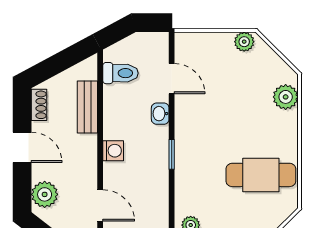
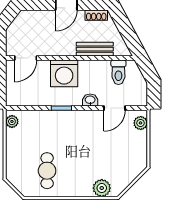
plant: (244, 42) -> (141, 123), moved
washing machine: (113, 151) -> (64, 73), width x1.89, depth x1.89
cafe table: (261, 175) -> (47, 171), width x0.73, depth x0.74
plant: (45, 194) -> (33, 19), removed

